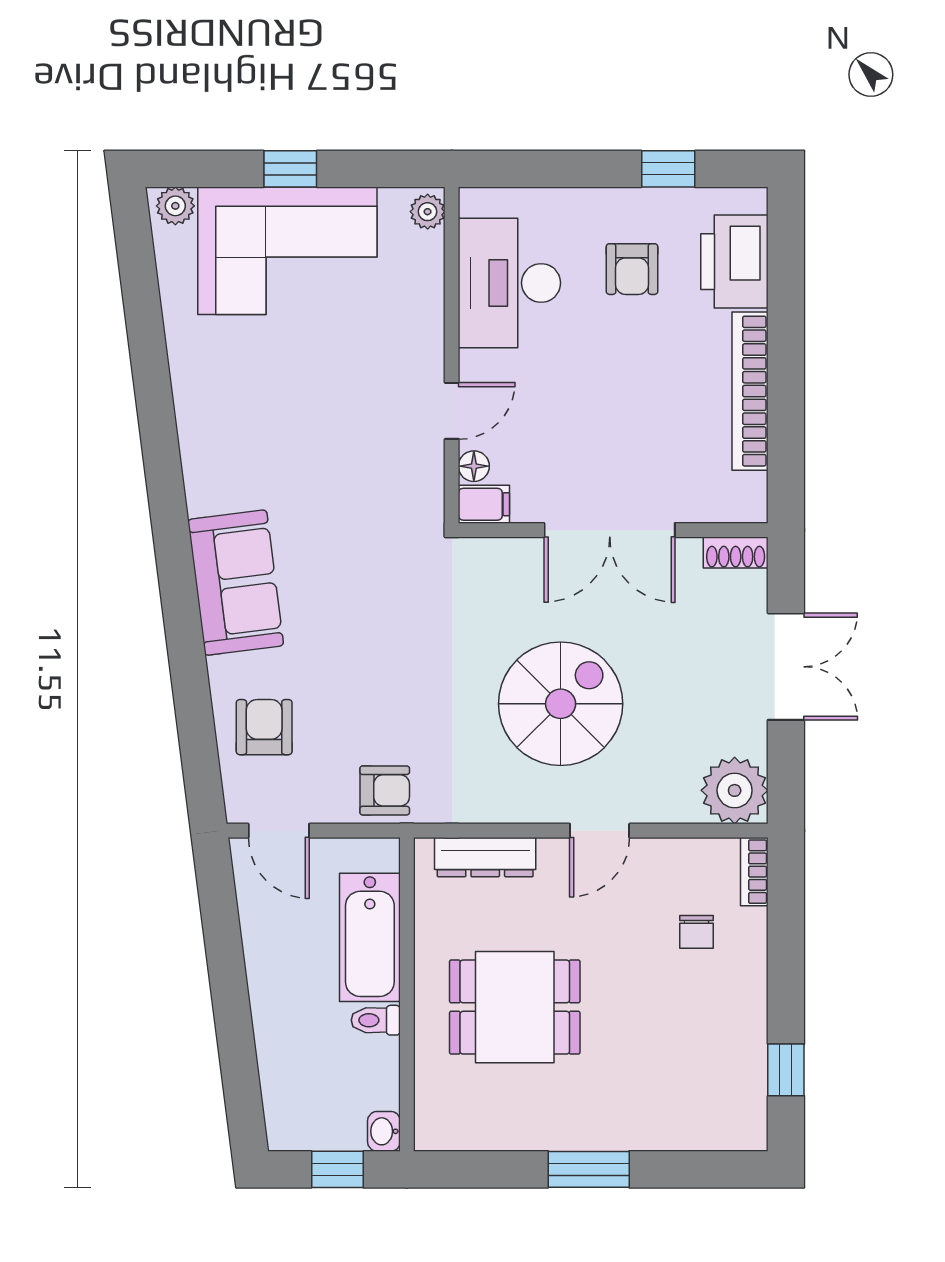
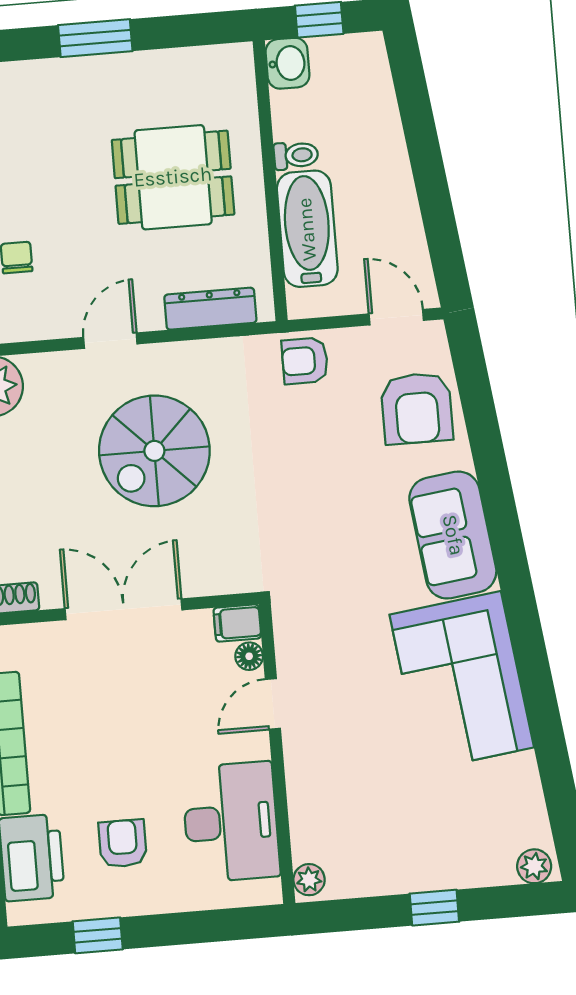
corner sofa: (287, 251) -> (462, 681), moved, turned -97
armchair: (264, 727) -> (417, 408), width x1.38, depth x1.38
washbasin: (384, 1131) -> (288, 63), width x1.38, depth x1.45

